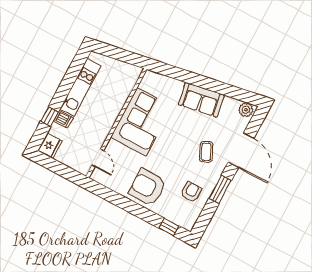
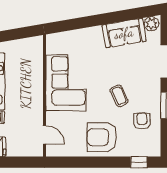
sofa: (201, 100) -> (124, 33), moved
coffee table: (206, 152) -> (119, 96), moved

